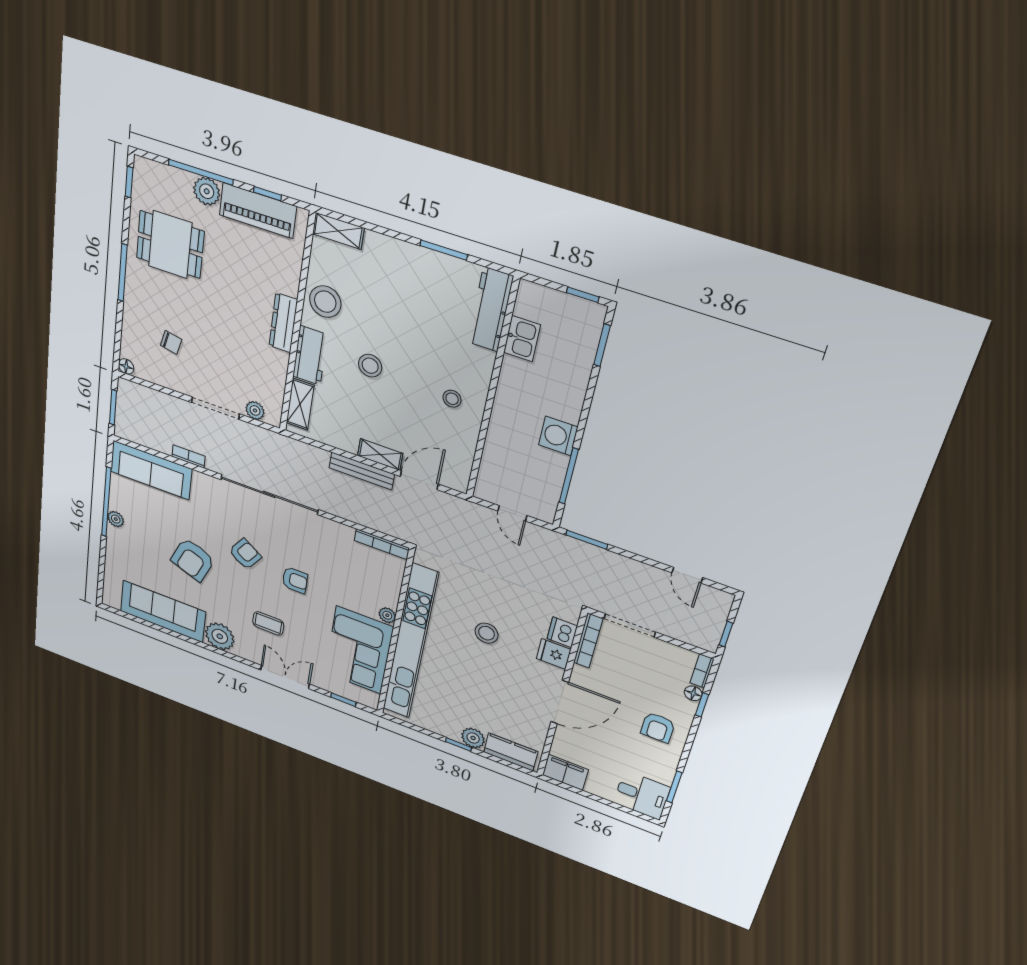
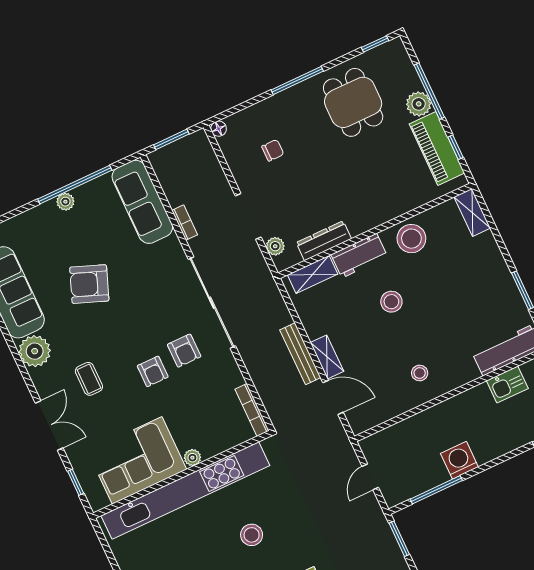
dresser: (283, 323) -> (324, 241), moved
chair: (171, 342) -> (273, 150), turned -102
armchair: (245, 554) -> (184, 351), moved, turned 56

